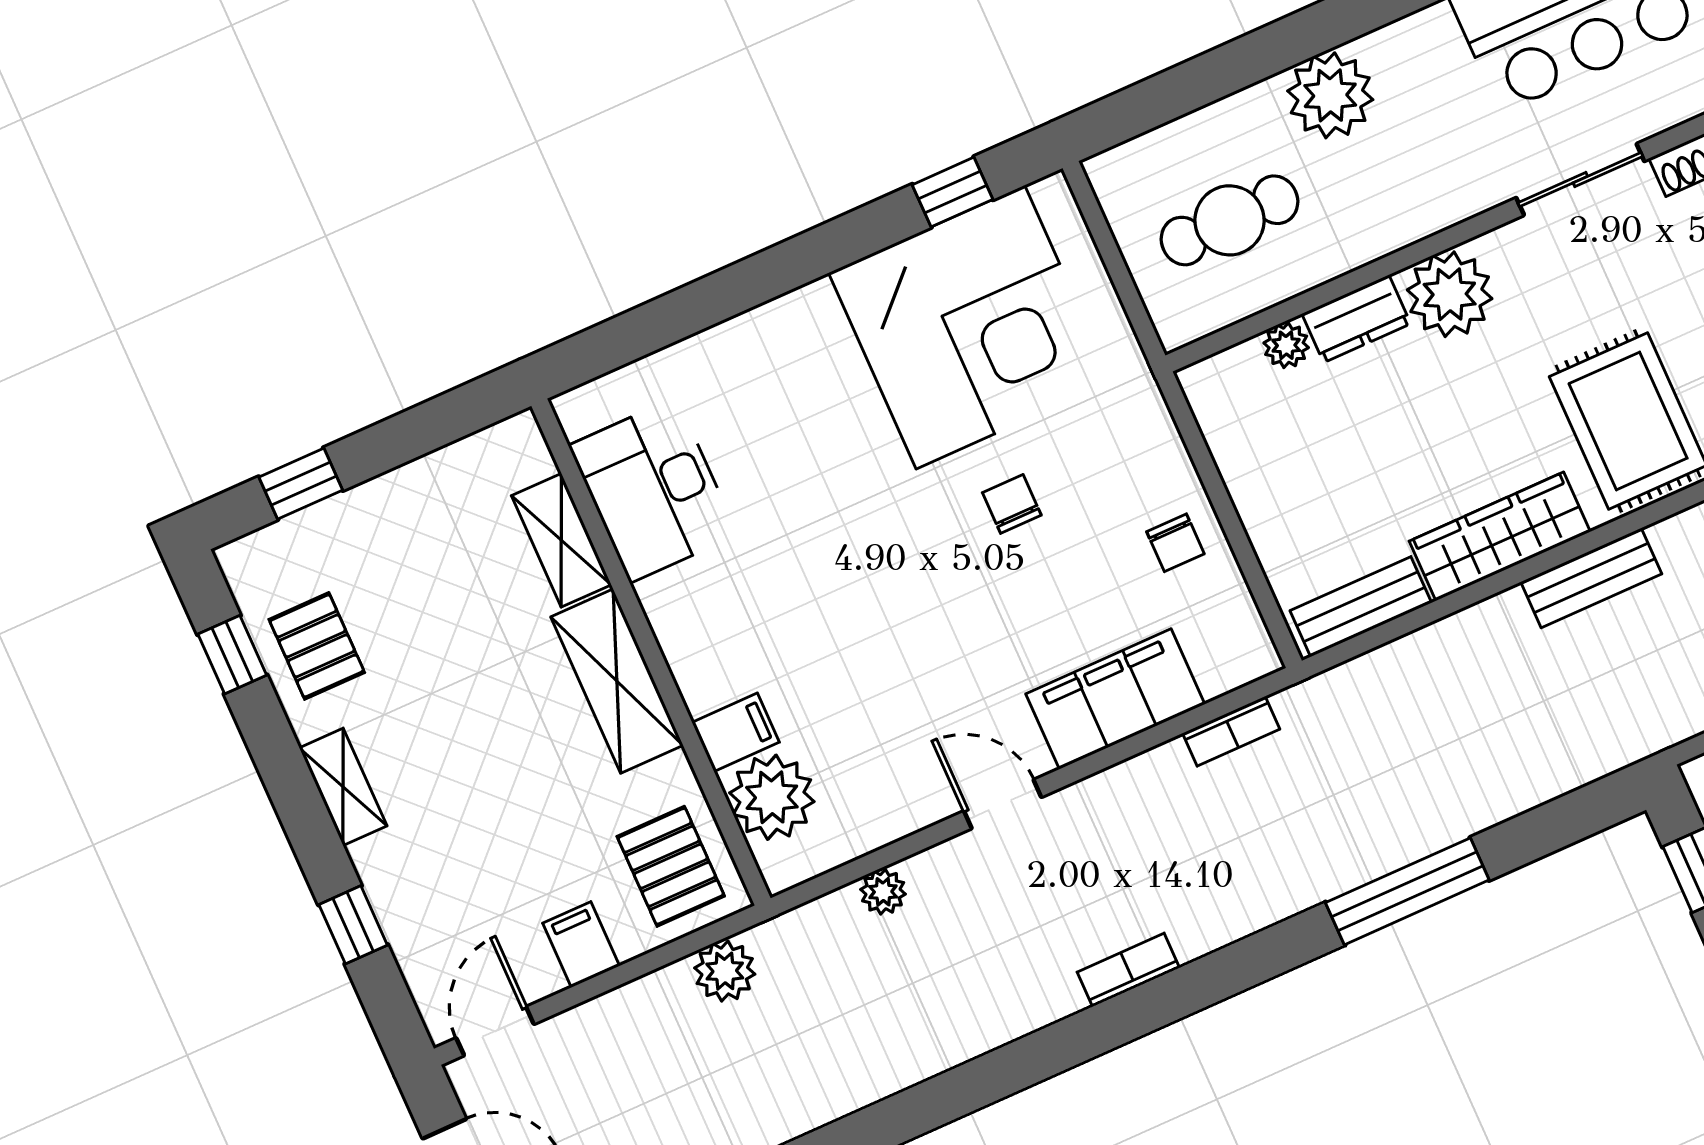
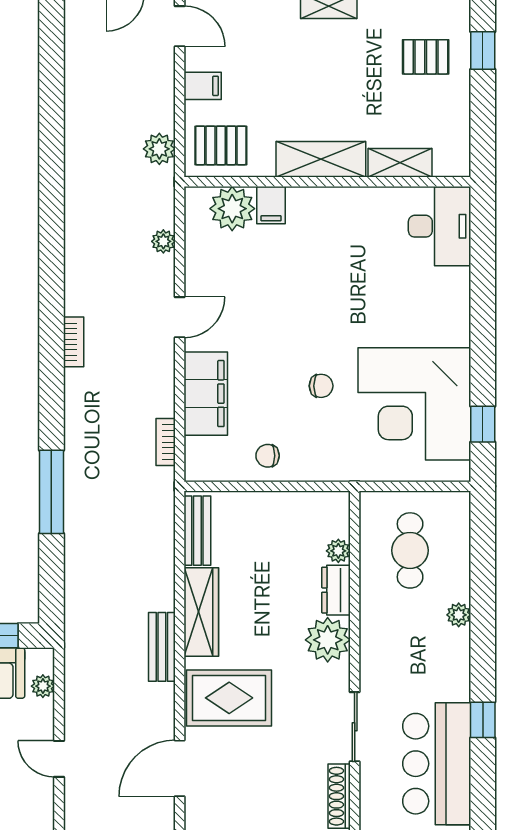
plant: (1330, 95) -> (459, 615), width x0.53, depth x0.53
desk: (653, 490) -> (440, 226), moved, turned 90
pallet: (317, 646) -> (426, 57), moved

